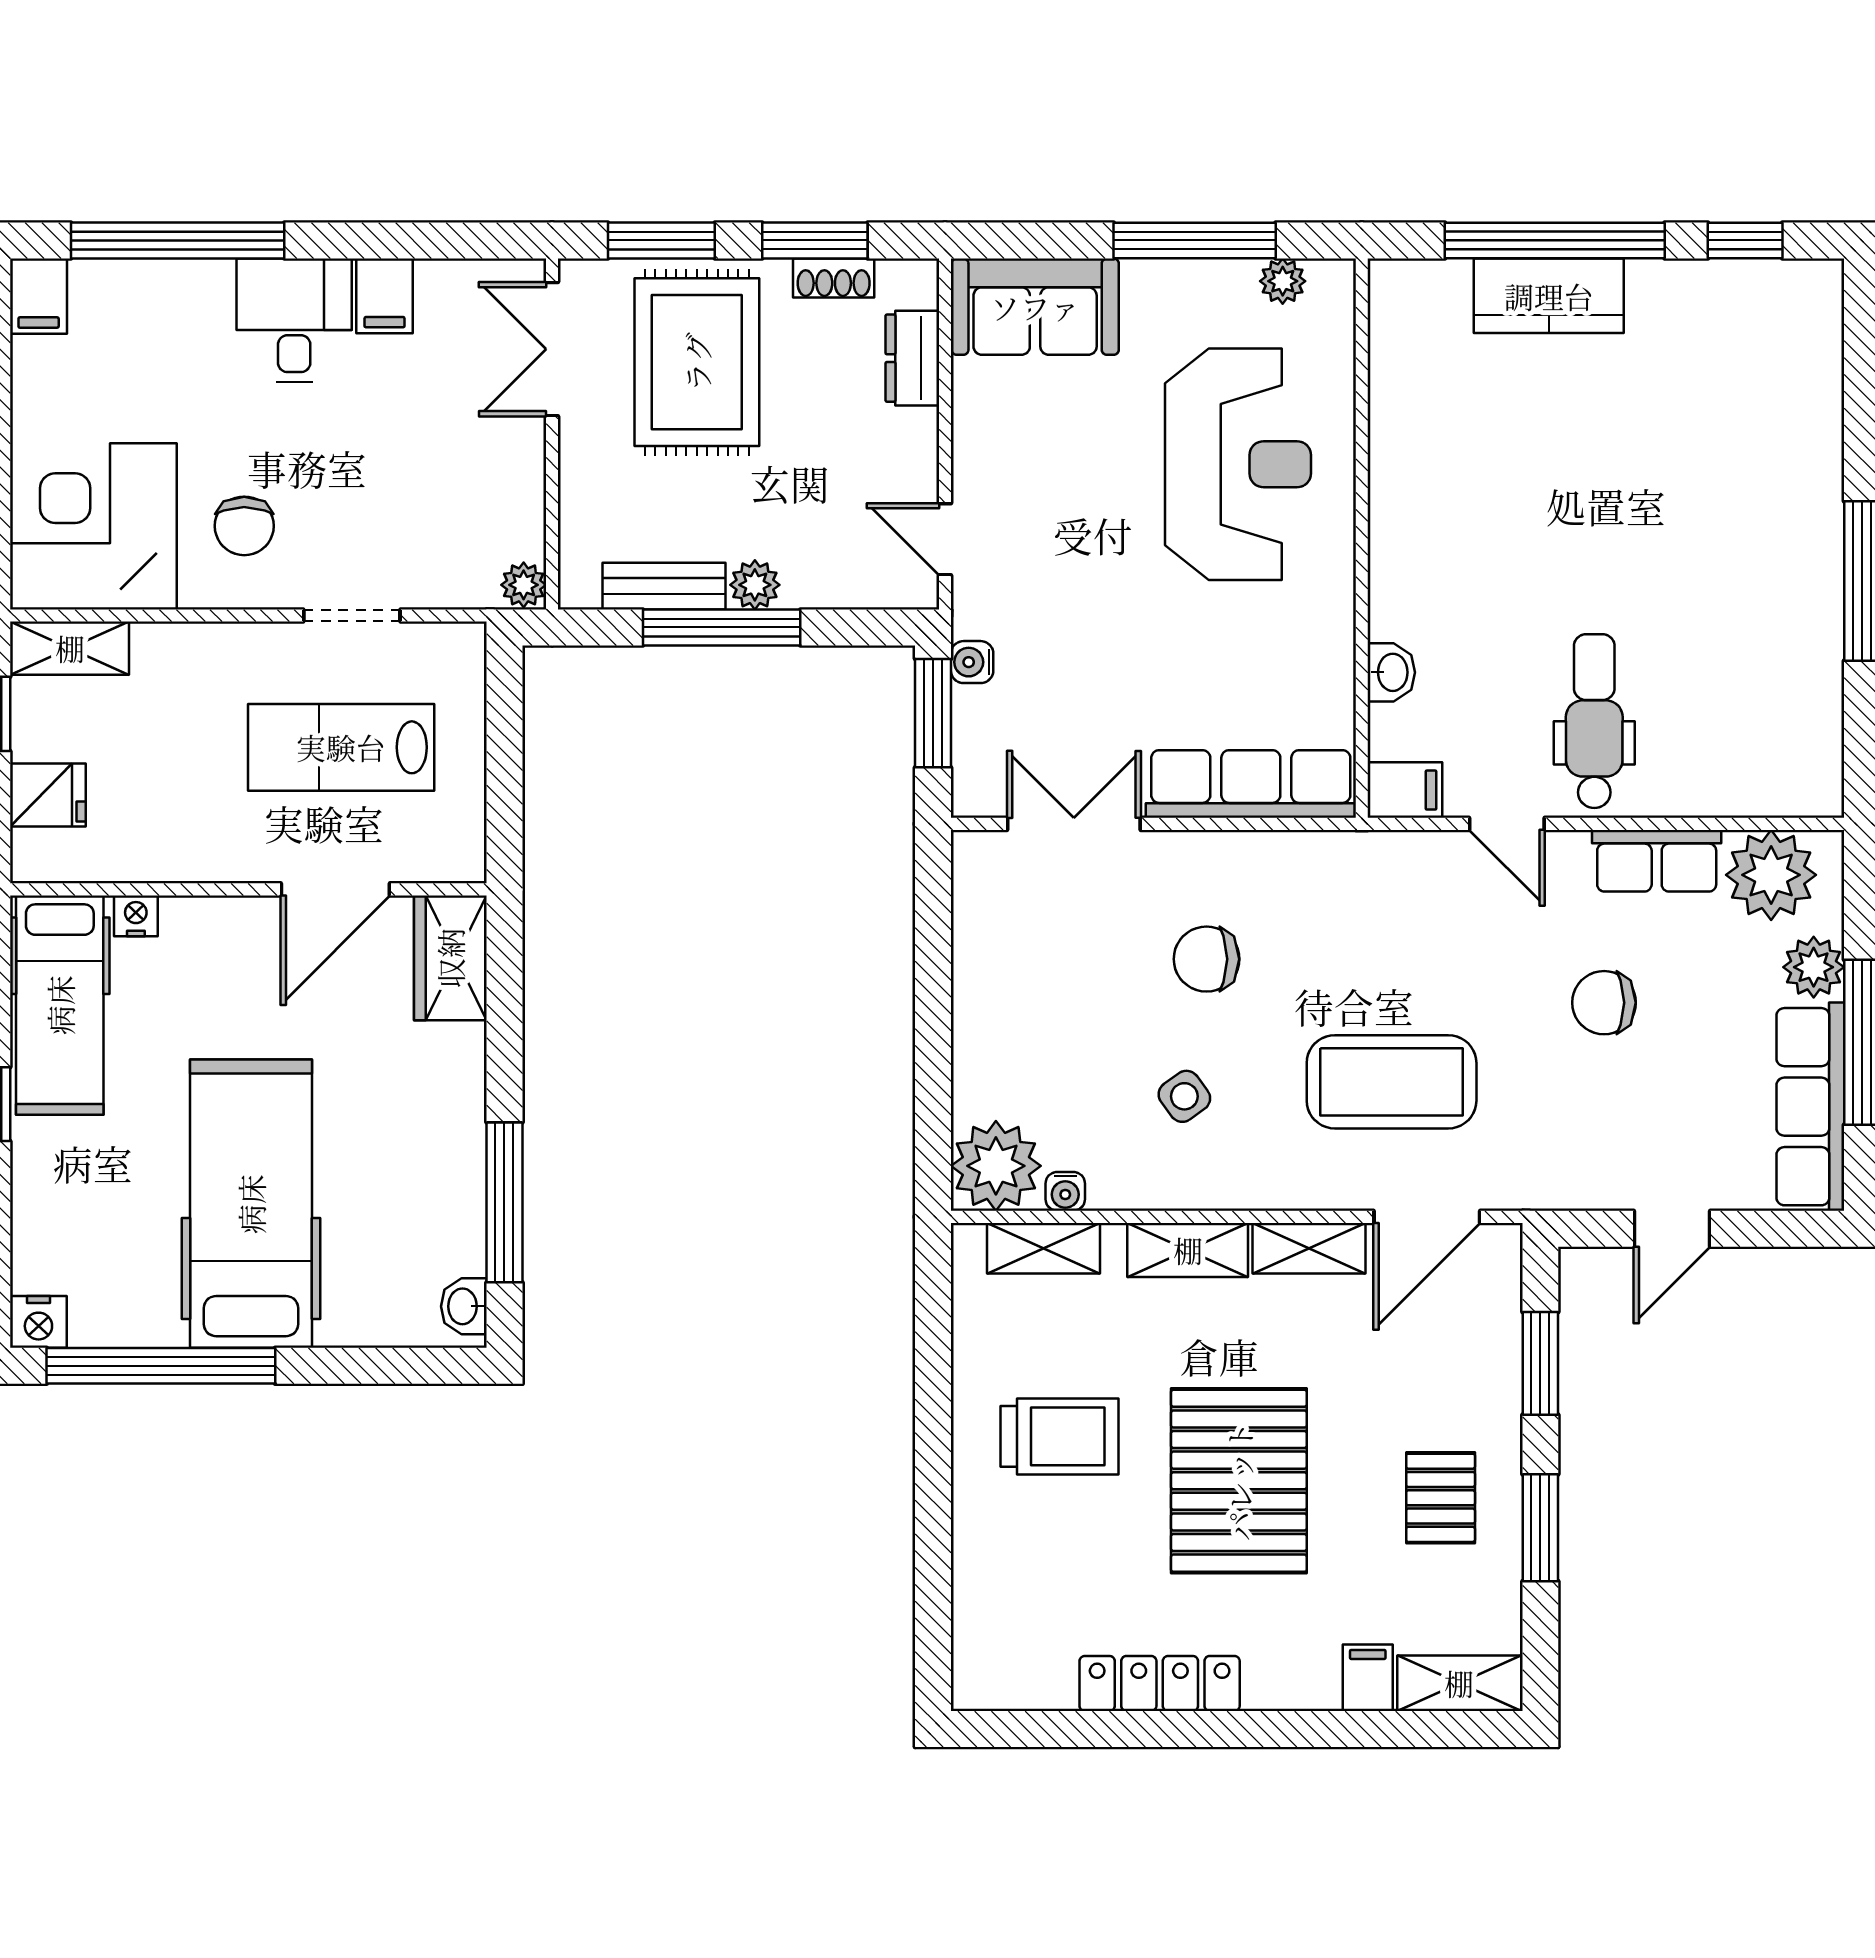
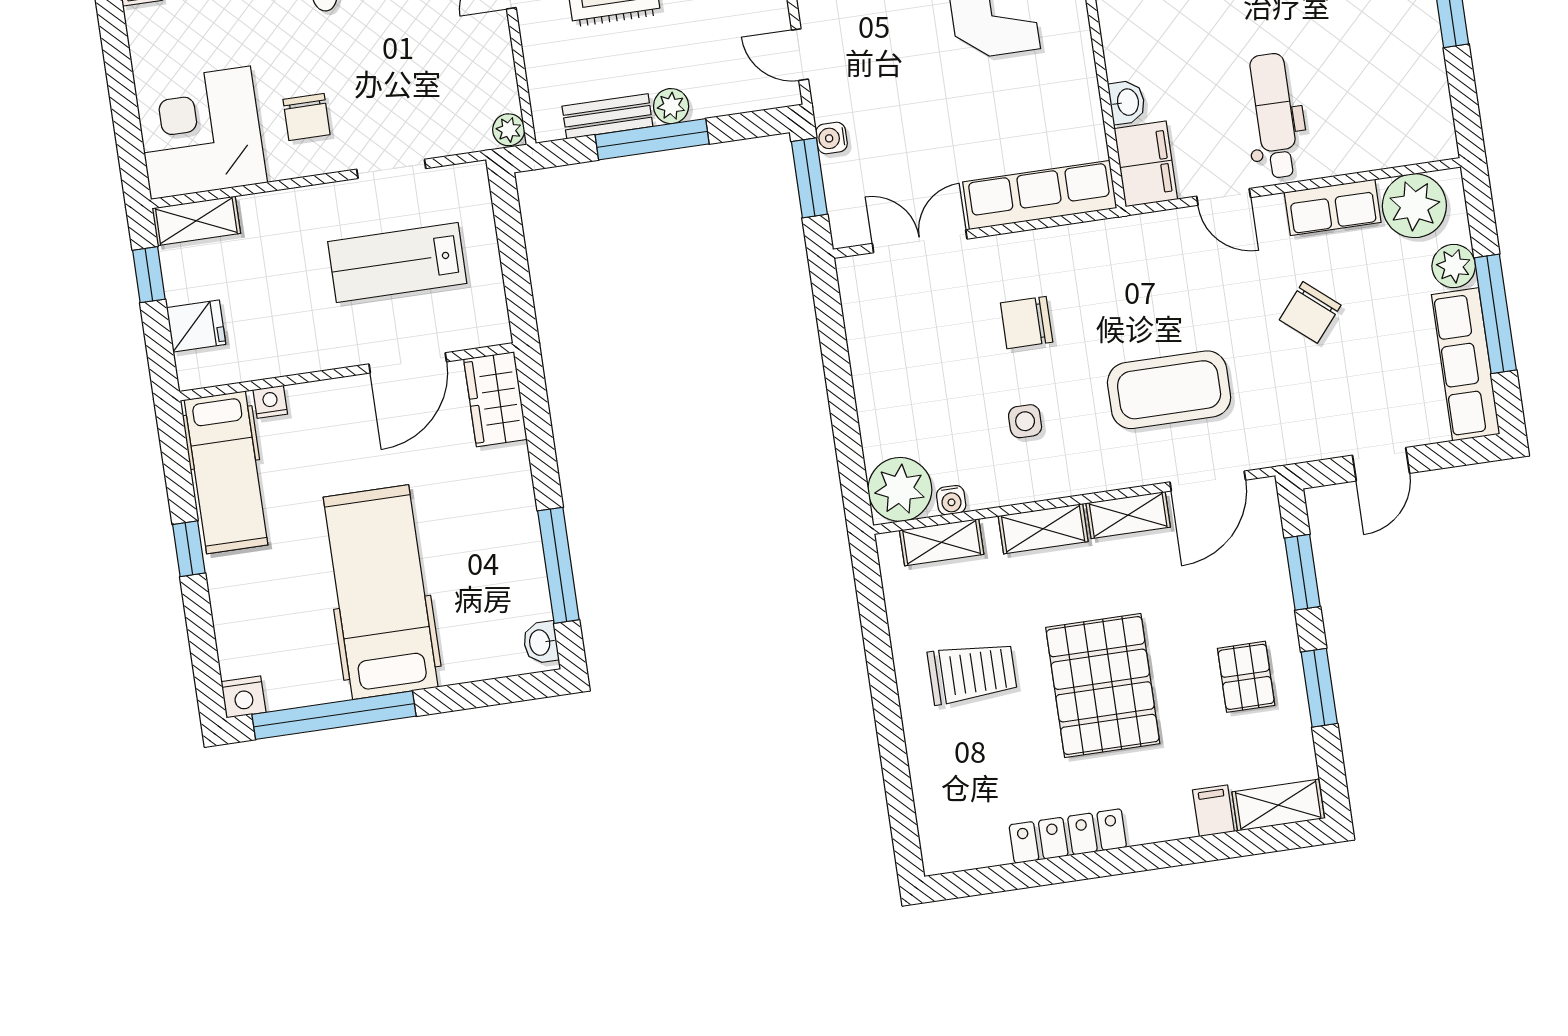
filing cabinet: (1405, 790) -> (1146, 164), width x2.00
chair: (1604, 1003) -> (1310, 312), turned -50
side table: (1184, 1096) -> (1025, 421), turned 36

